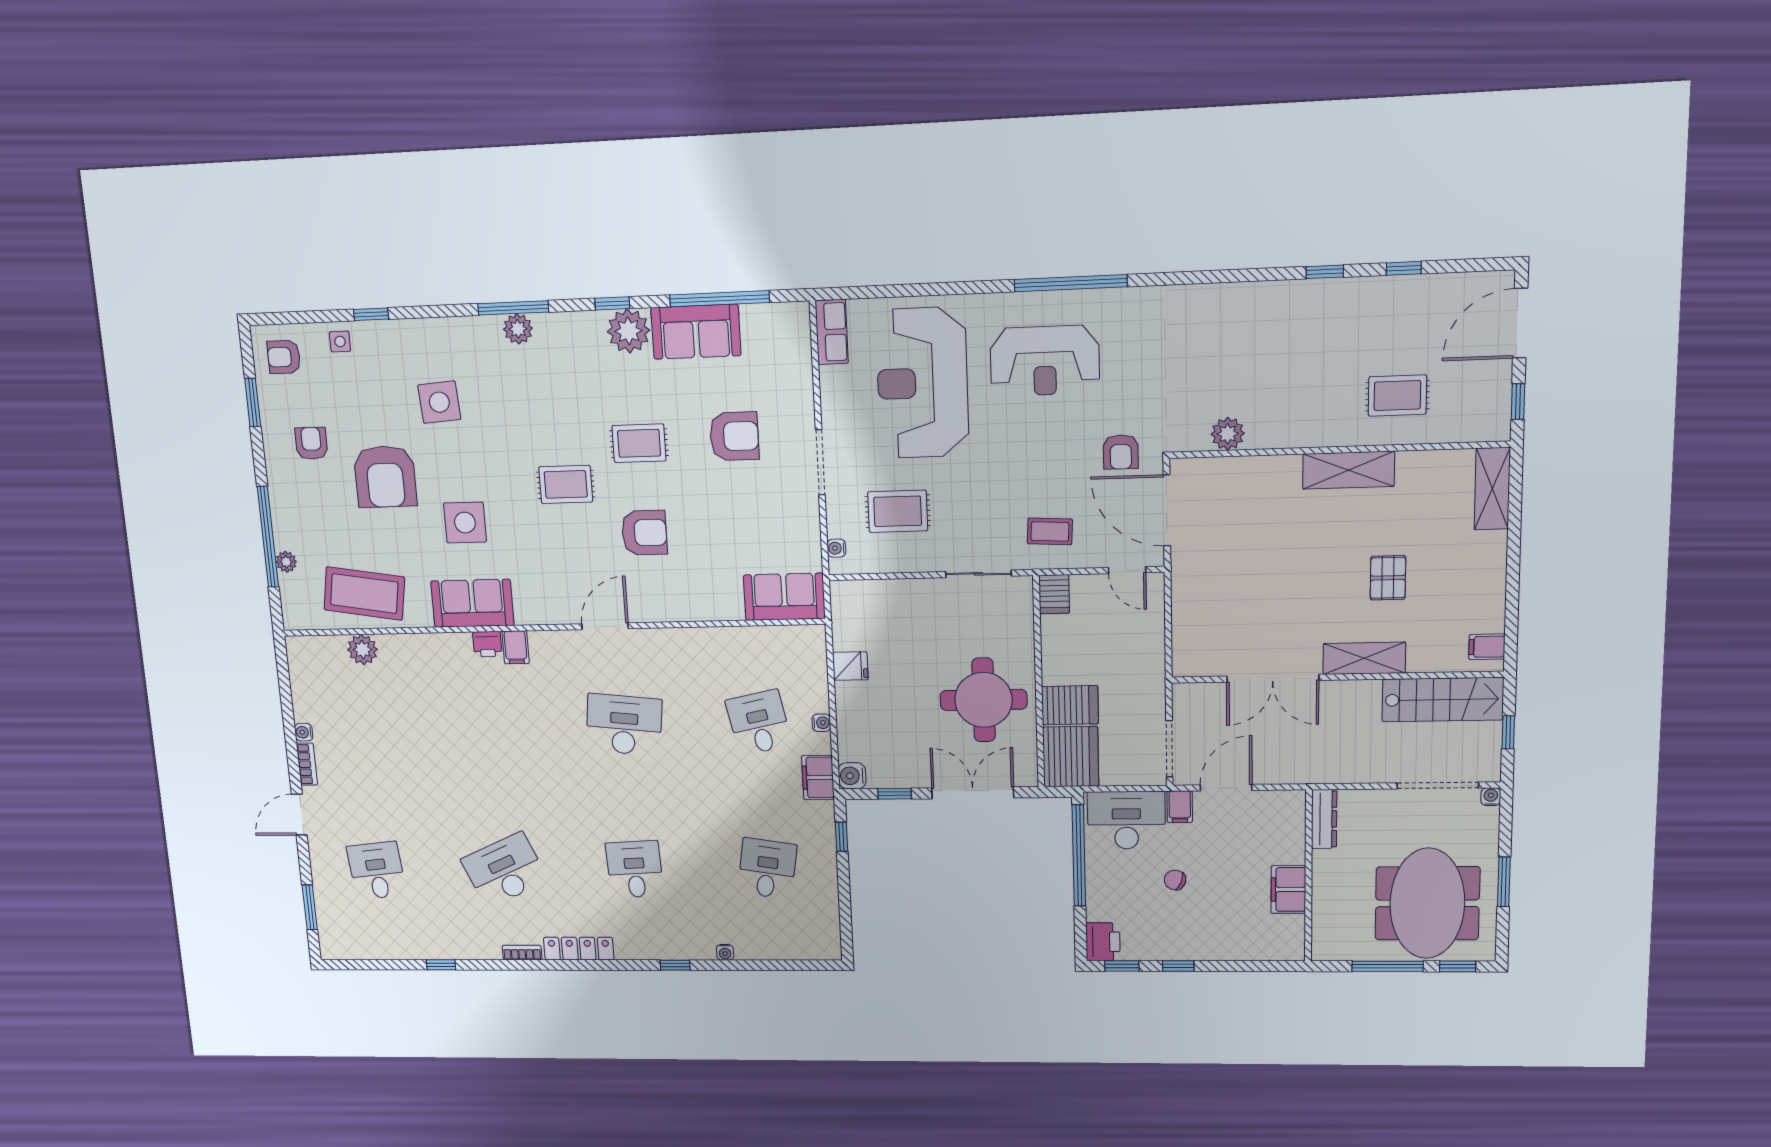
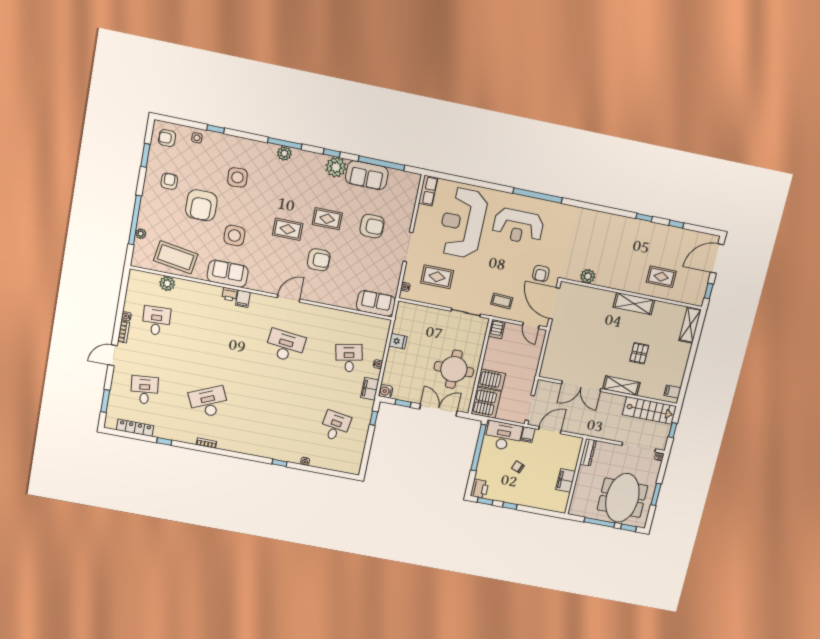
desk: (635, 869) -> (156, 321), moved
locker: (579, 949) -> (135, 428), moved

